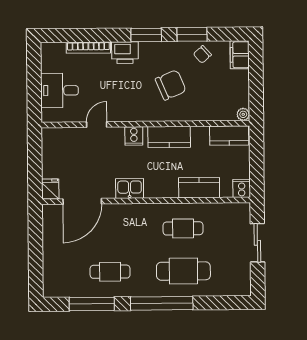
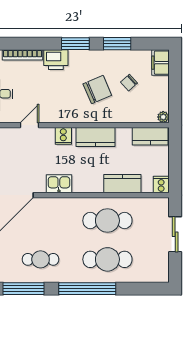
chair: (202, 54) -> (129, 83), moved
cafe table: (183, 228) -> (107, 221), width x1.37, depth x1.35

